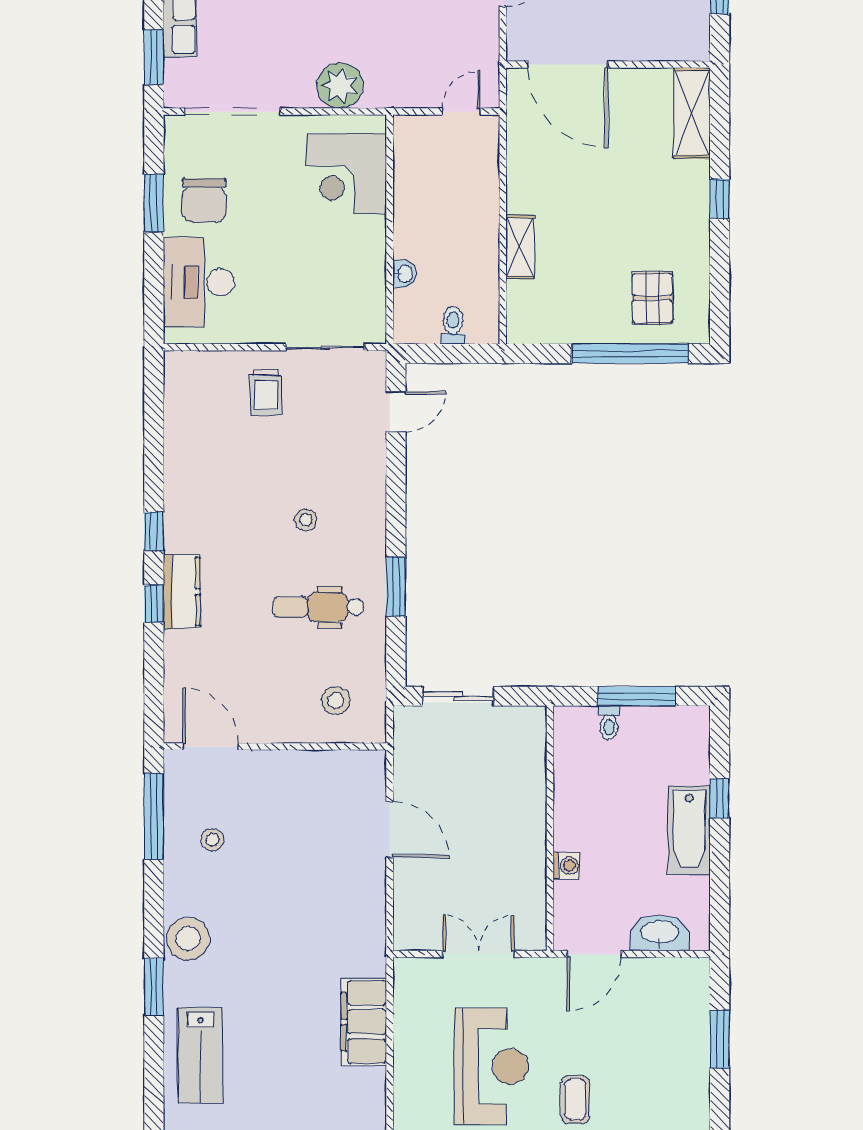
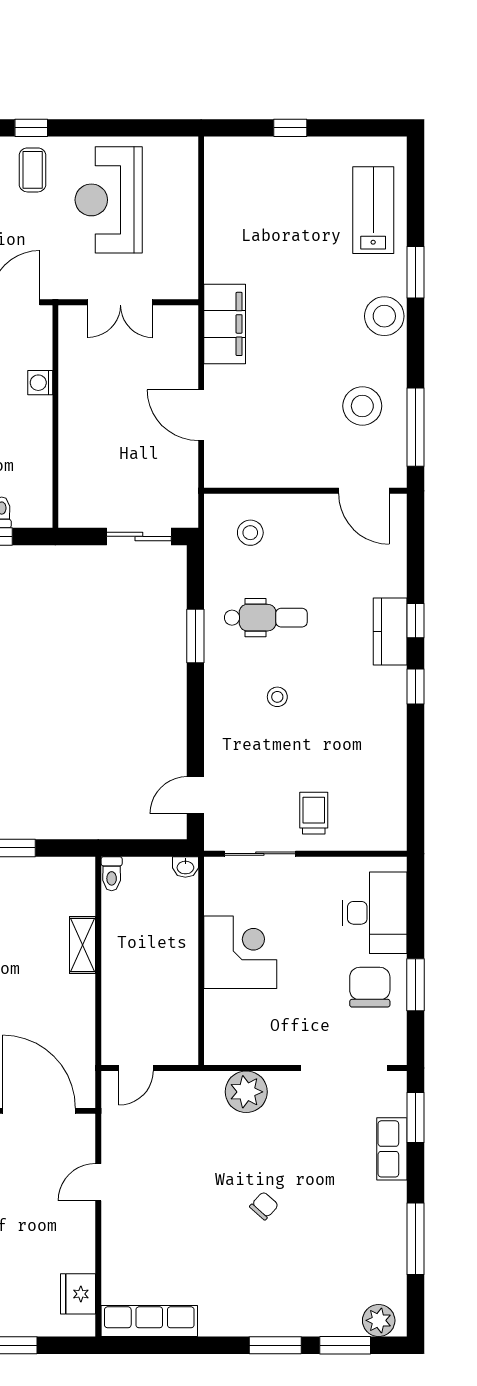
corner desk: (347, 174) -> (240, 952), moved
washbasin: (404, 274) -> (185, 867), moved, turned -90
toilet: (453, 325) -> (112, 874), moved
stool: (212, 840) -> (362, 406), width x1.89, depth x1.89
filing cabinet: (364, 1022) -> (225, 324), moved

